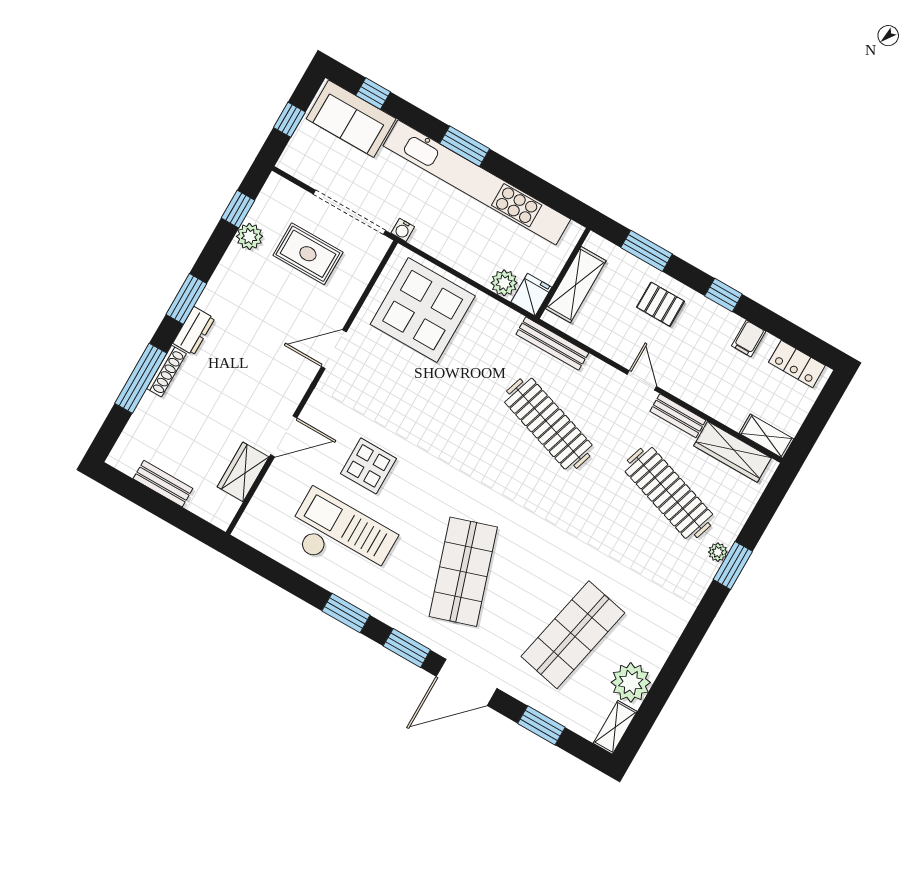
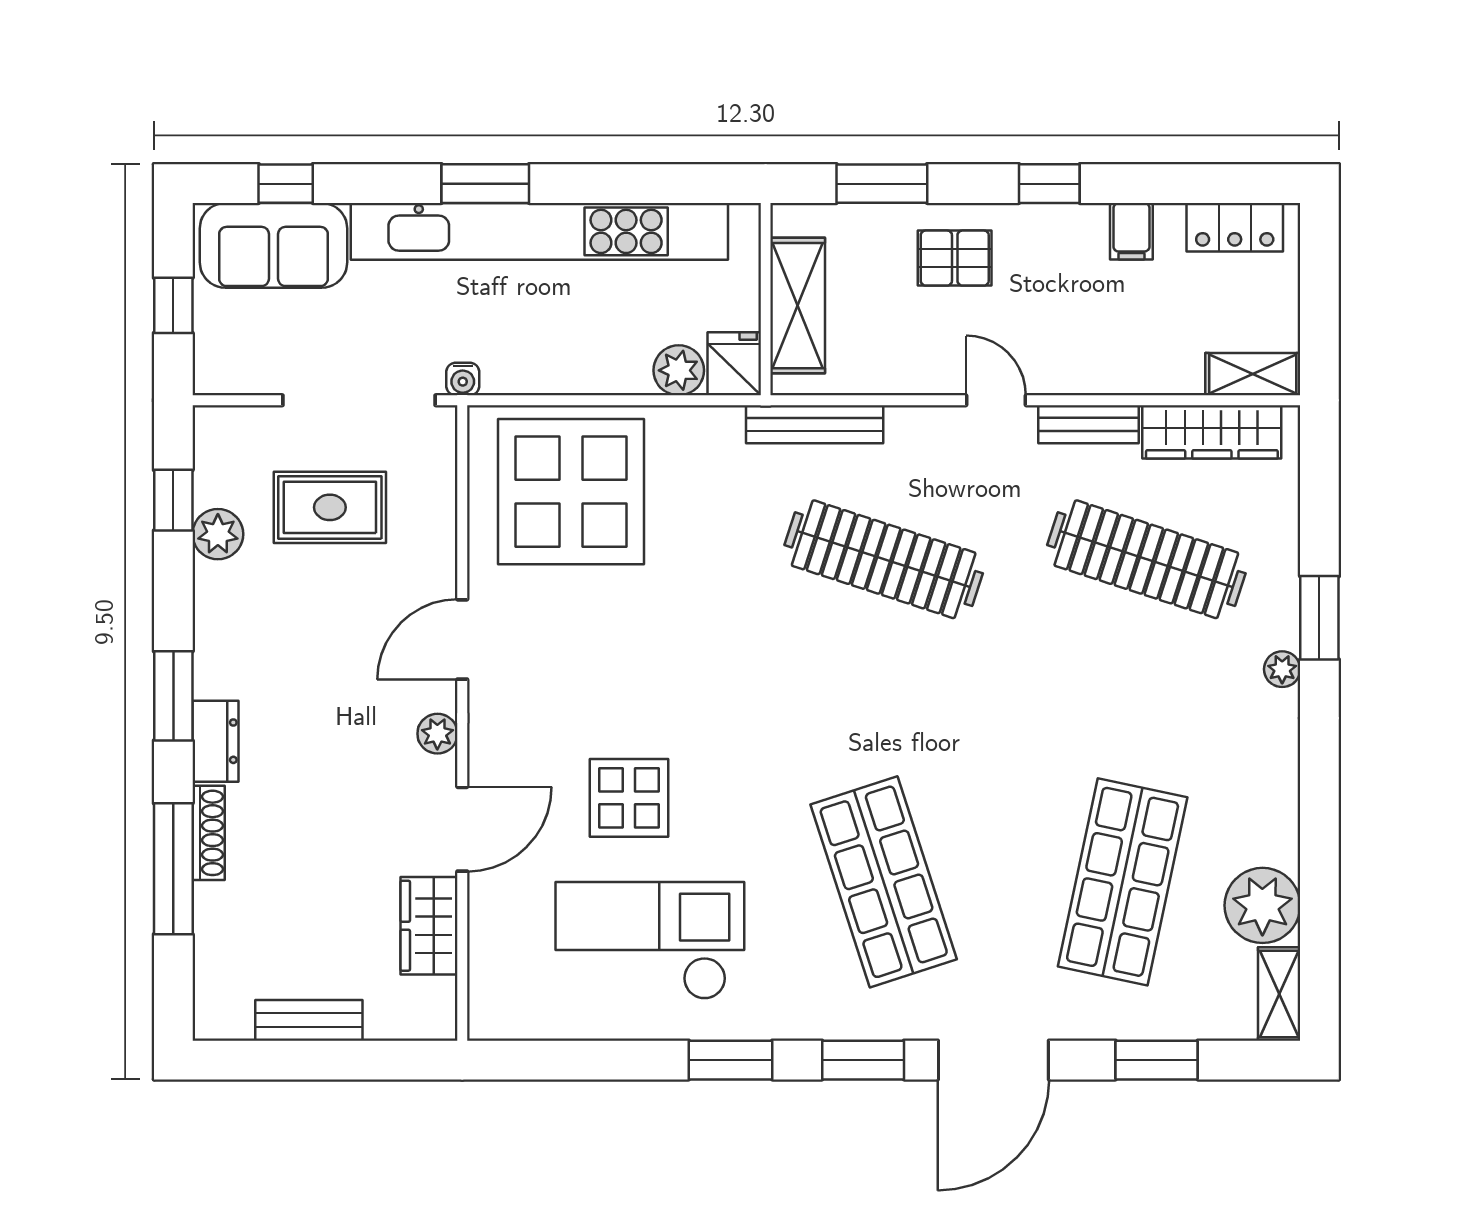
plant: (298, 386) -> (437, 734), added
plant: (718, 552) -> (1282, 669), moved

